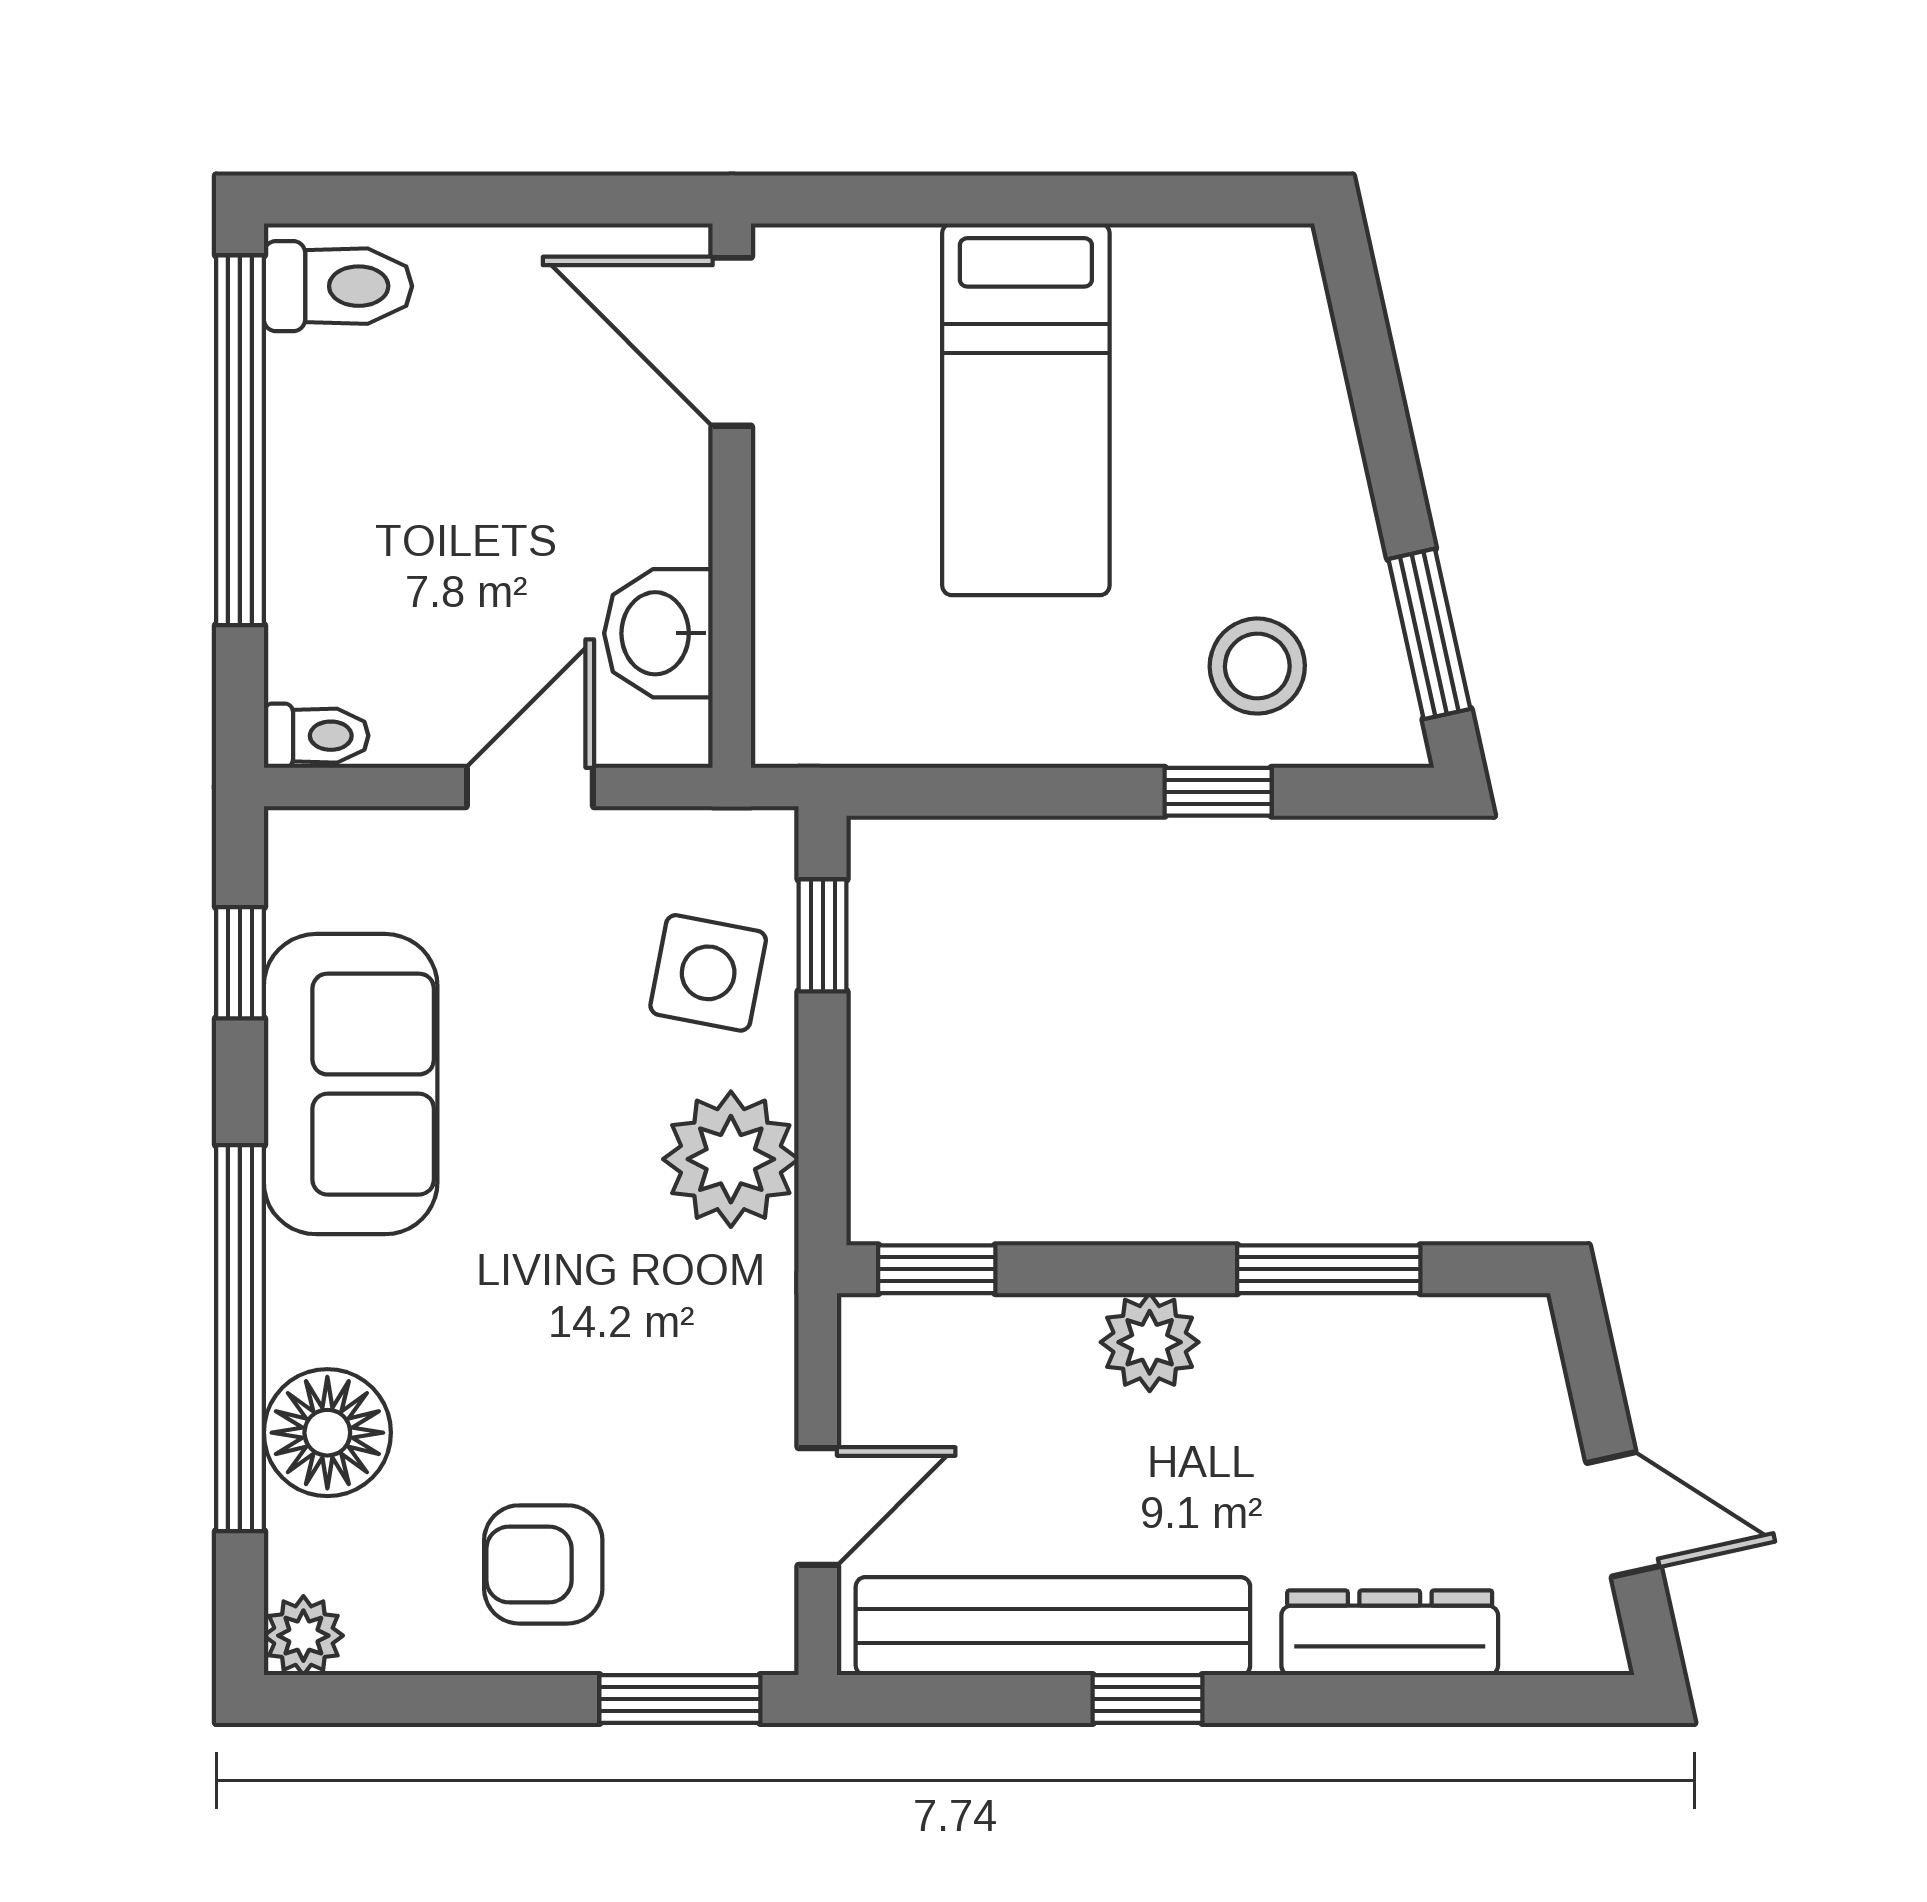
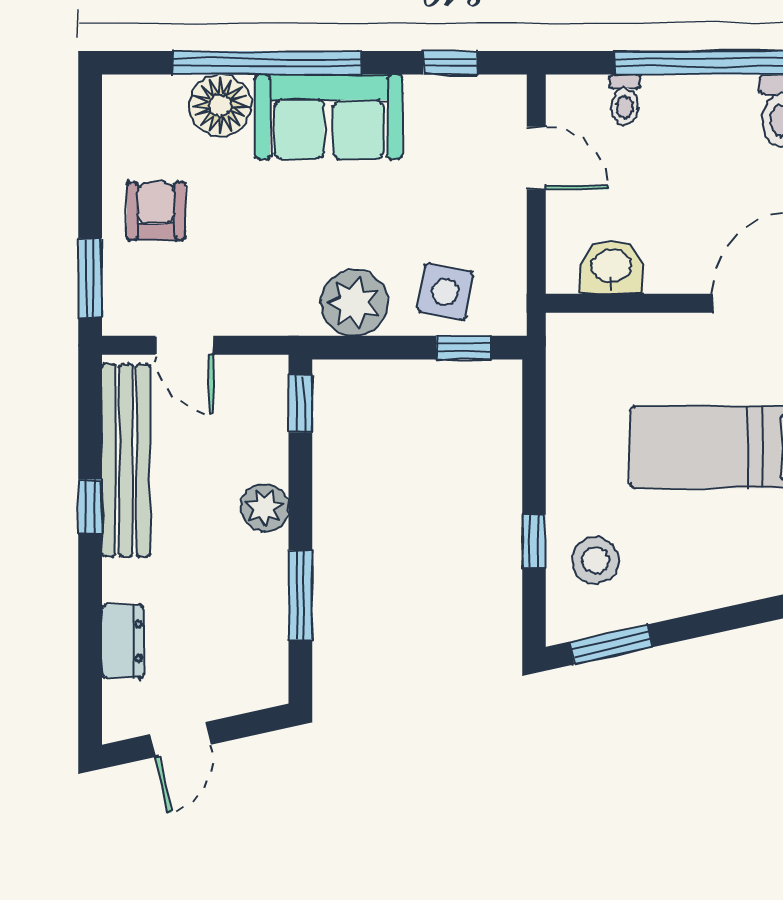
toilet: (316, 736) -> (625, 100), moved
door: (530, 787) -> (536, 158), moved
sofa: (351, 1084) -> (329, 117), moved
dresser: (1390, 1633) -> (123, 641), width x0.70
plant: (303, 1636) -> (121, 94), removed

